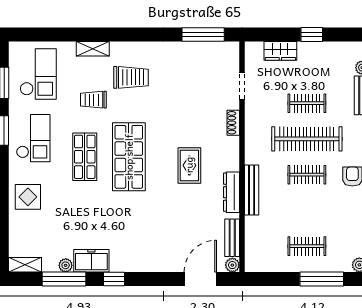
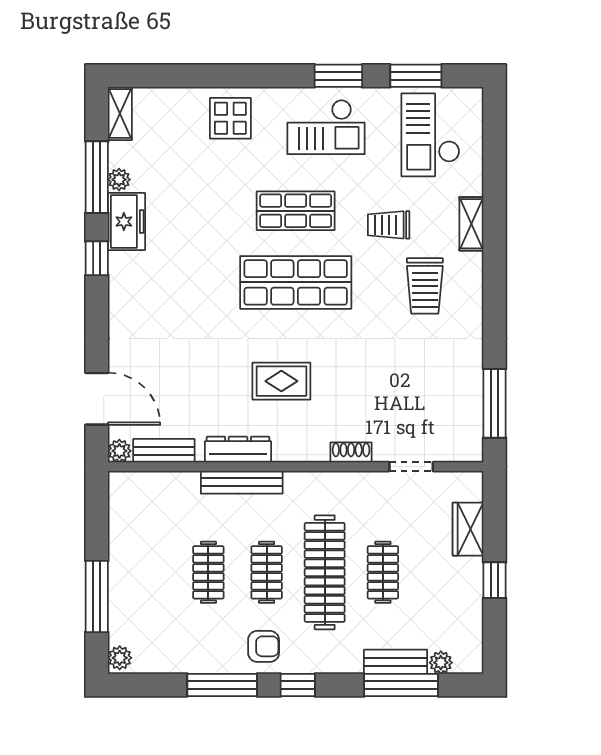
checkout: (38, 74) -> (430, 135), turned 90
trolley: (93, 100) -> (389, 225), turned -90
clothes rail: (307, 246) -> (208, 572), moved

